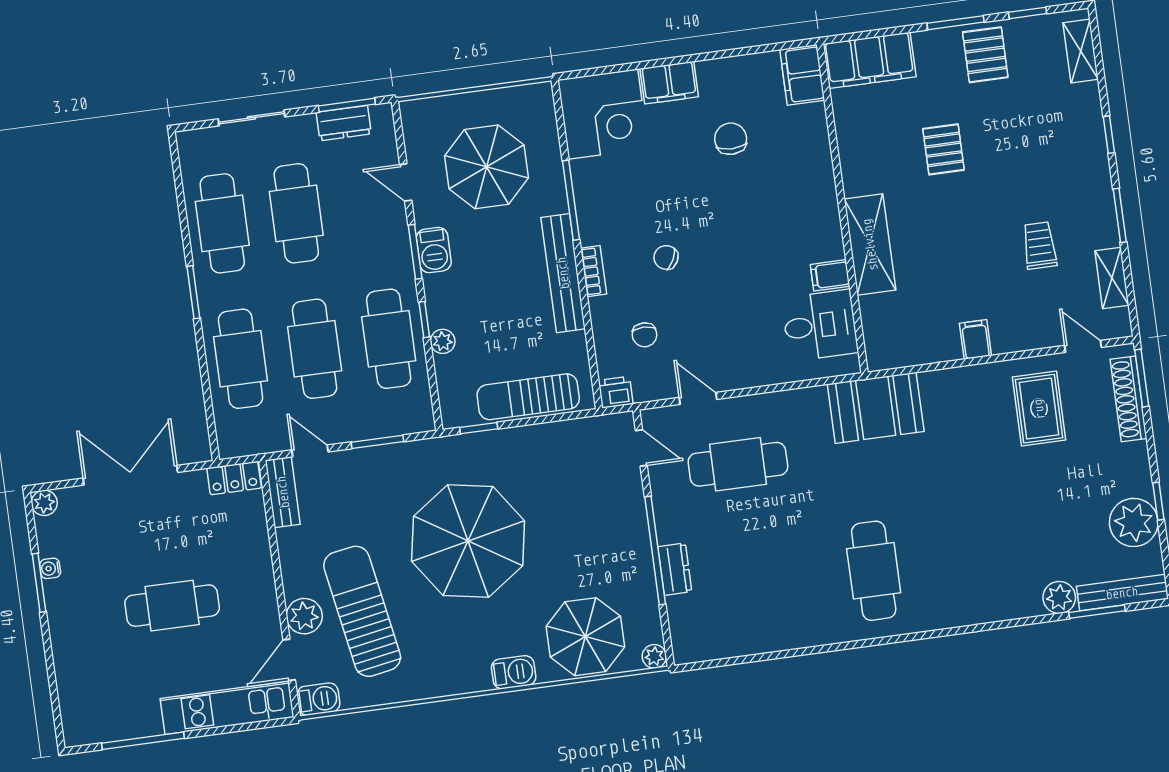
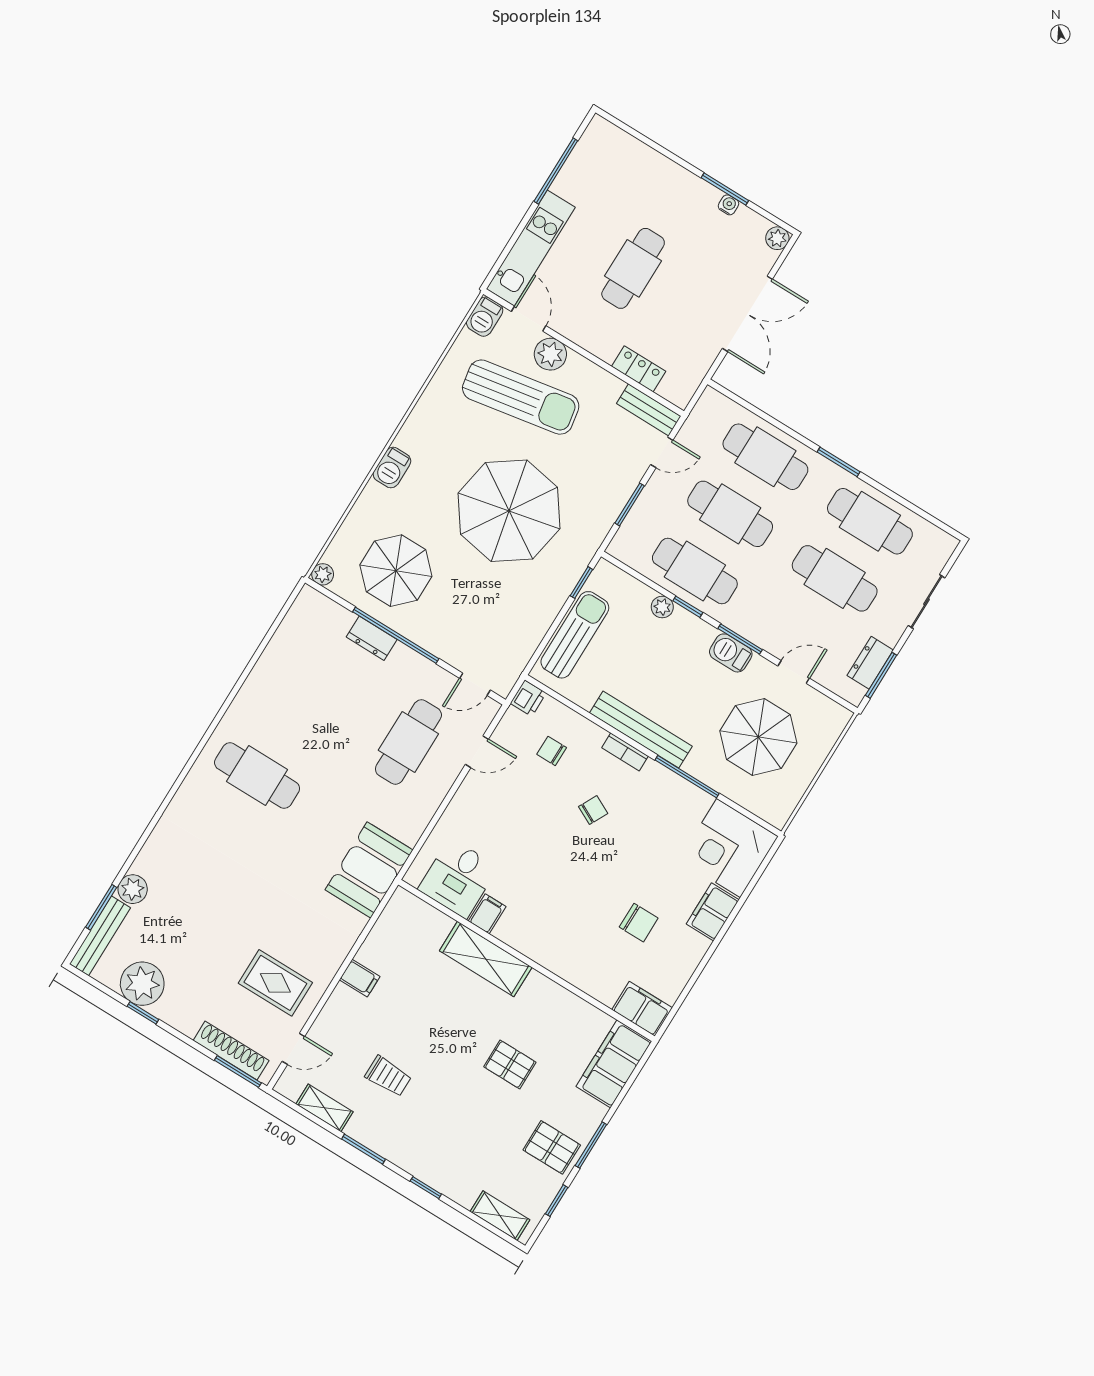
locker: (234, 478) -> (639, 369), moved, turned 90
parasol: (585, 637) -> (396, 571), moved

